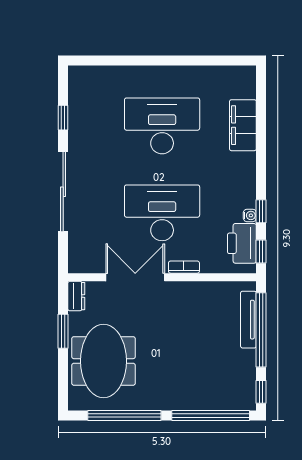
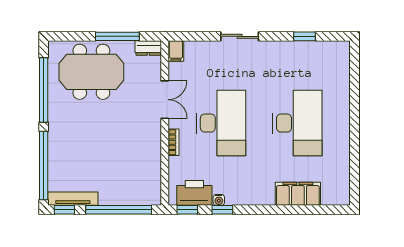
sliding door: (63, 192) -> (240, 36), width x0.54
filing cabinet: (80, 264) -> (176, 51), added
double door: (135, 277) -> (165, 100), width x0.73
tv unit: (248, 320) -> (73, 199), moved
window: (63, 331) -> (117, 36), width x1.44

